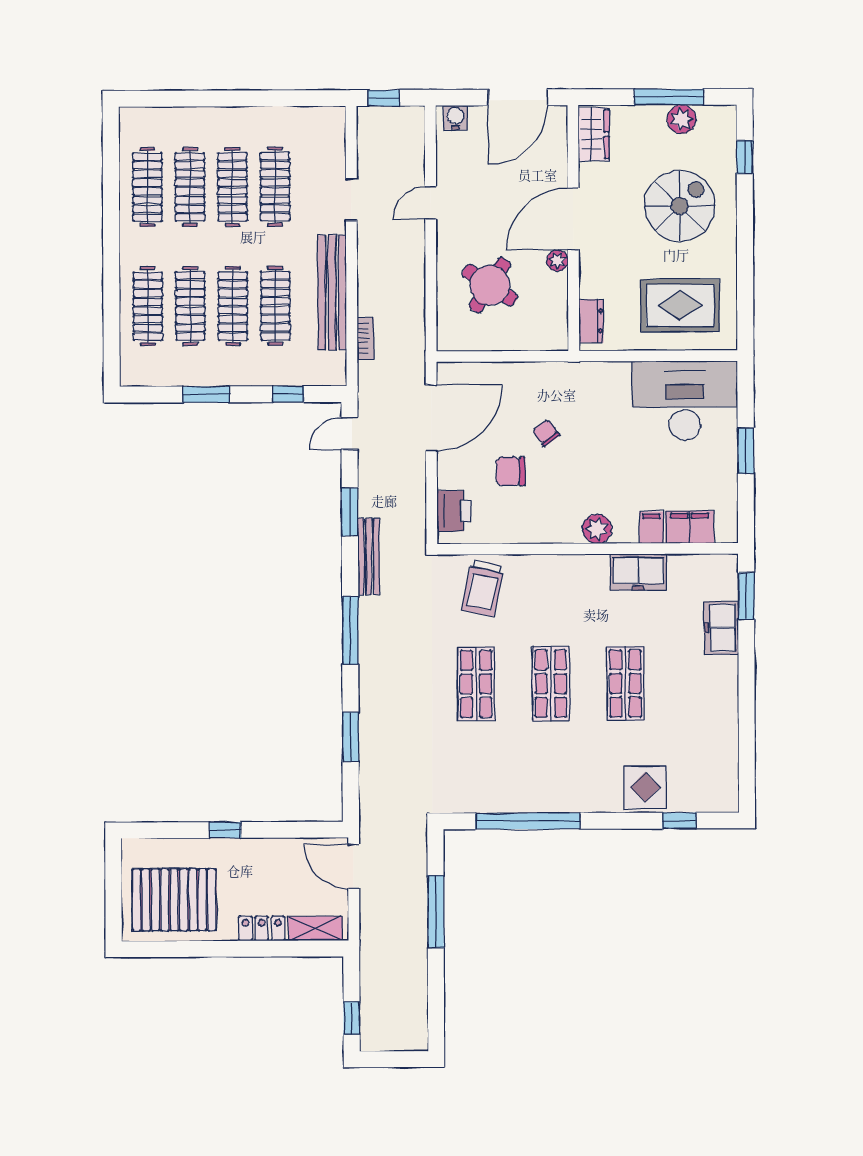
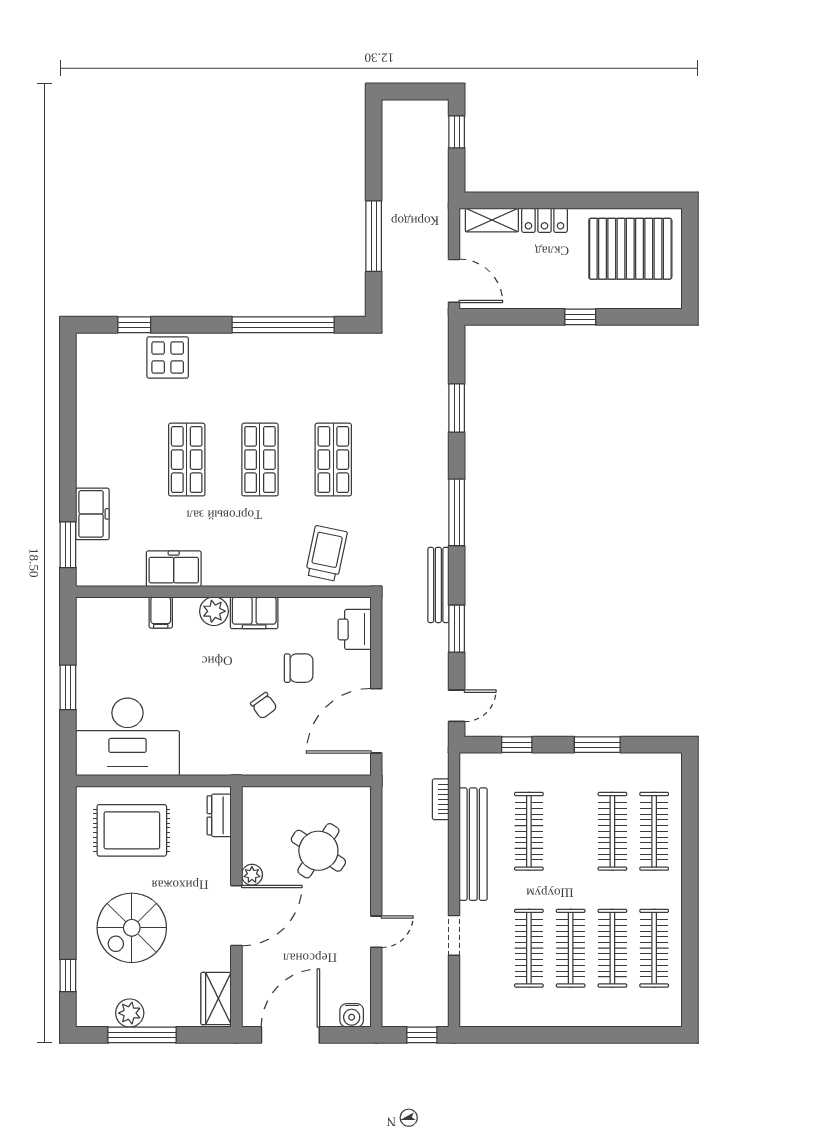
clothes rail: (233, 306) -> (571, 831), removed
filing cabinet: (690, 527) -> (254, 613), moved

